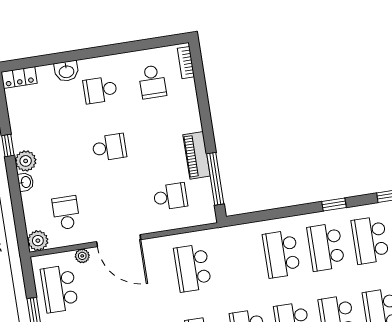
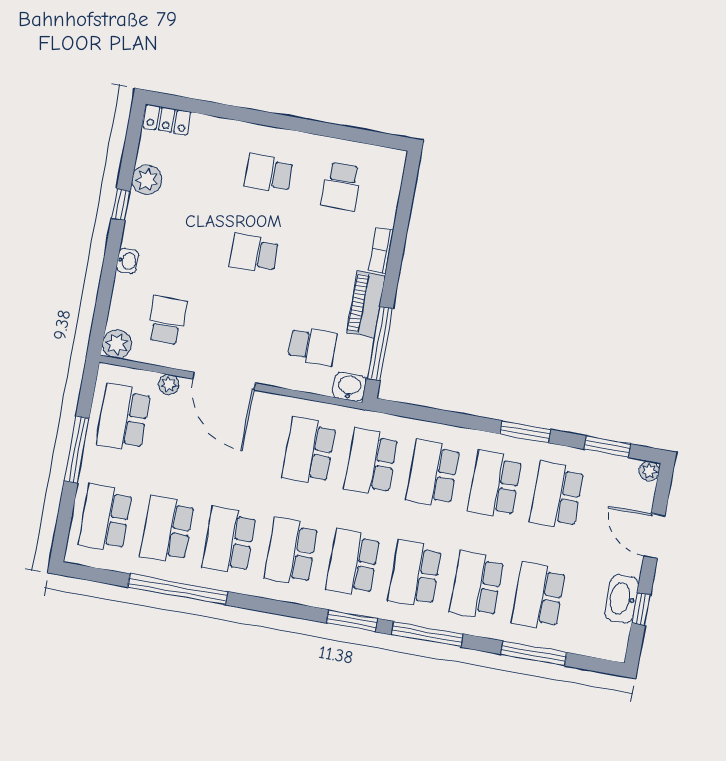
bookcase: (186, 63) -> (381, 250), moved
washbasin: (66, 71) -> (349, 387), moved, turned 180
school desk: (109, 147) -> (254, 253), turned 180
plant: (26, 161) -> (147, 180), moved
window: (334, 204) -> (525, 432), width x1.50
school desk: (237, 261) -> (371, 462), added

